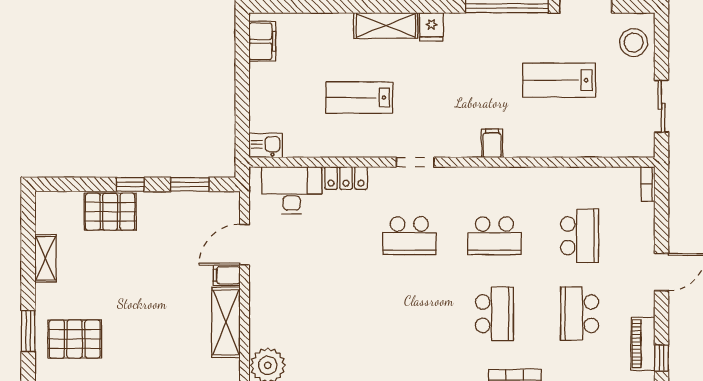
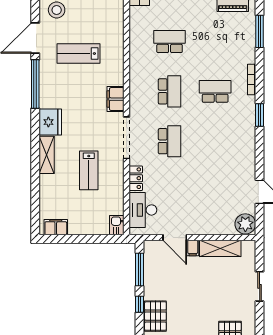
fridge: (431, 27) -> (50, 122), width x1.88, depth x1.34
lab bench: (559, 80) -> (79, 54), turned 90
filing cabinet: (492, 143) -> (116, 99), width x2.00
doorway: (415, 162) -> (126, 138), width x1.88
window: (190, 184) -> (140, 270), width x1.44
school desk: (580, 314) -> (215, 42), removed

